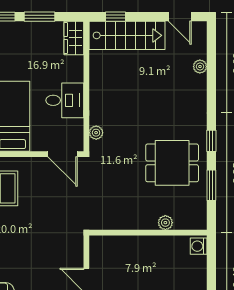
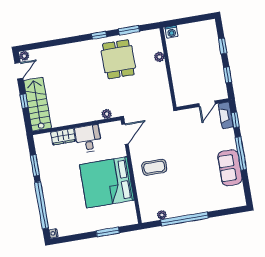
window: (116, 17) -> (24, 101), moved
wardrobe: (74, 38) -> (63, 137), moved
plant: (200, 67) -> (24, 56), moved

